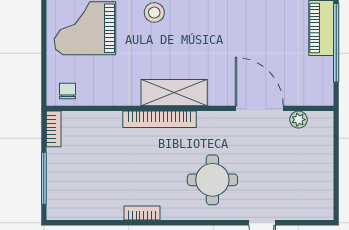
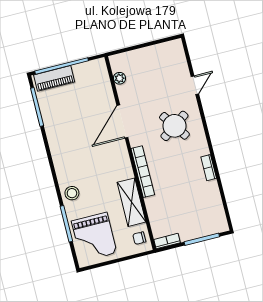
shelving: (174, 93) -> (131, 202), moved
door: (259, 108) -> (122, 121), moved
round table: (212, 180) -> (174, 126), turned -35

